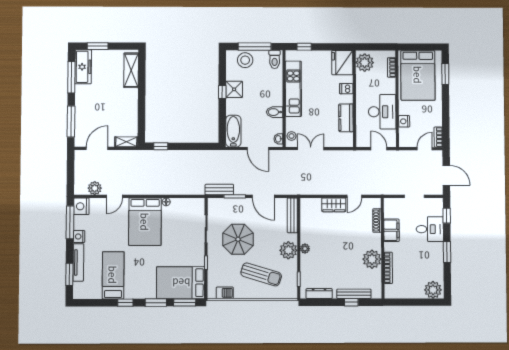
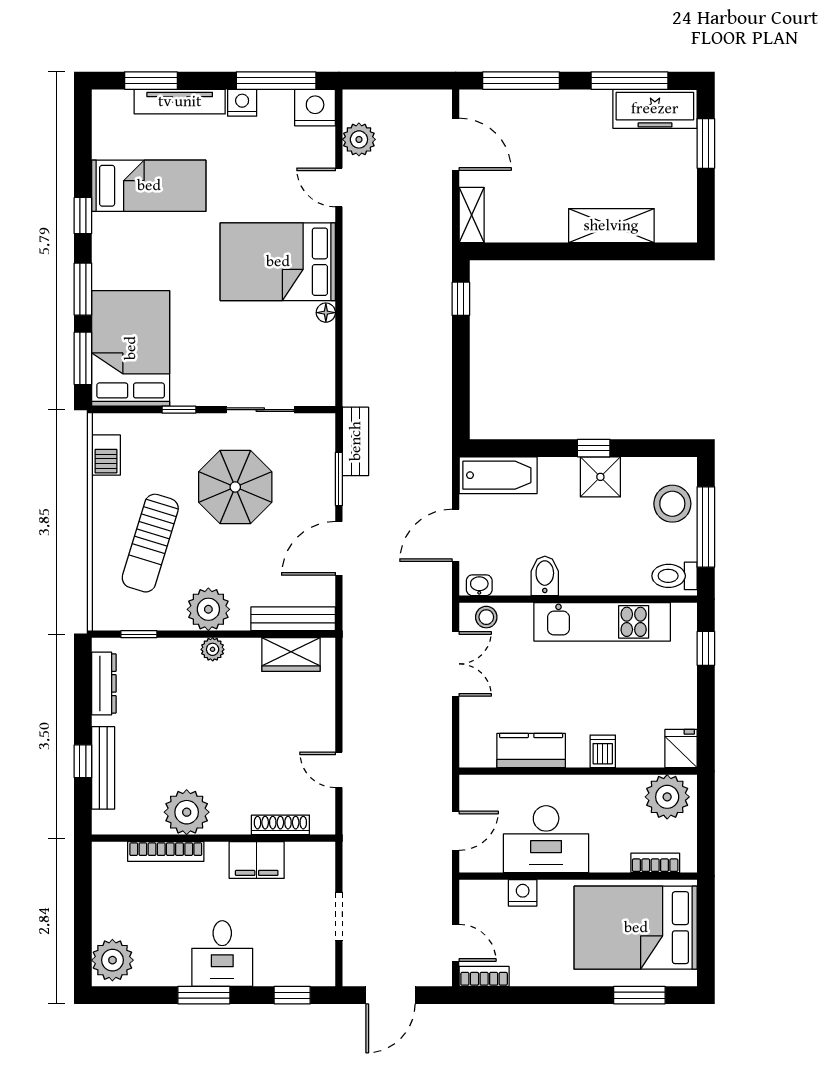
fridge: (342, 63) -> (681, 749), width x0.53, depth x0.75
shelving: (131, 70) -> (611, 226), moved
wardrobe: (334, 205) -> (291, 654), moved, turned -90
desk: (430, 229) -> (222, 954), moved

